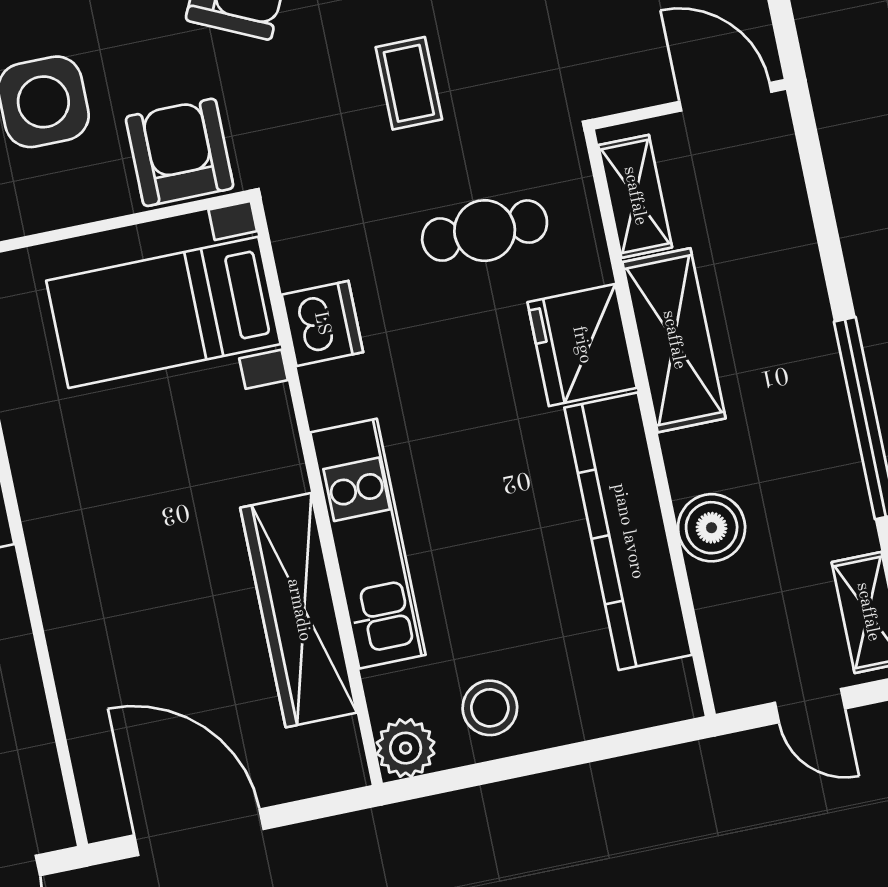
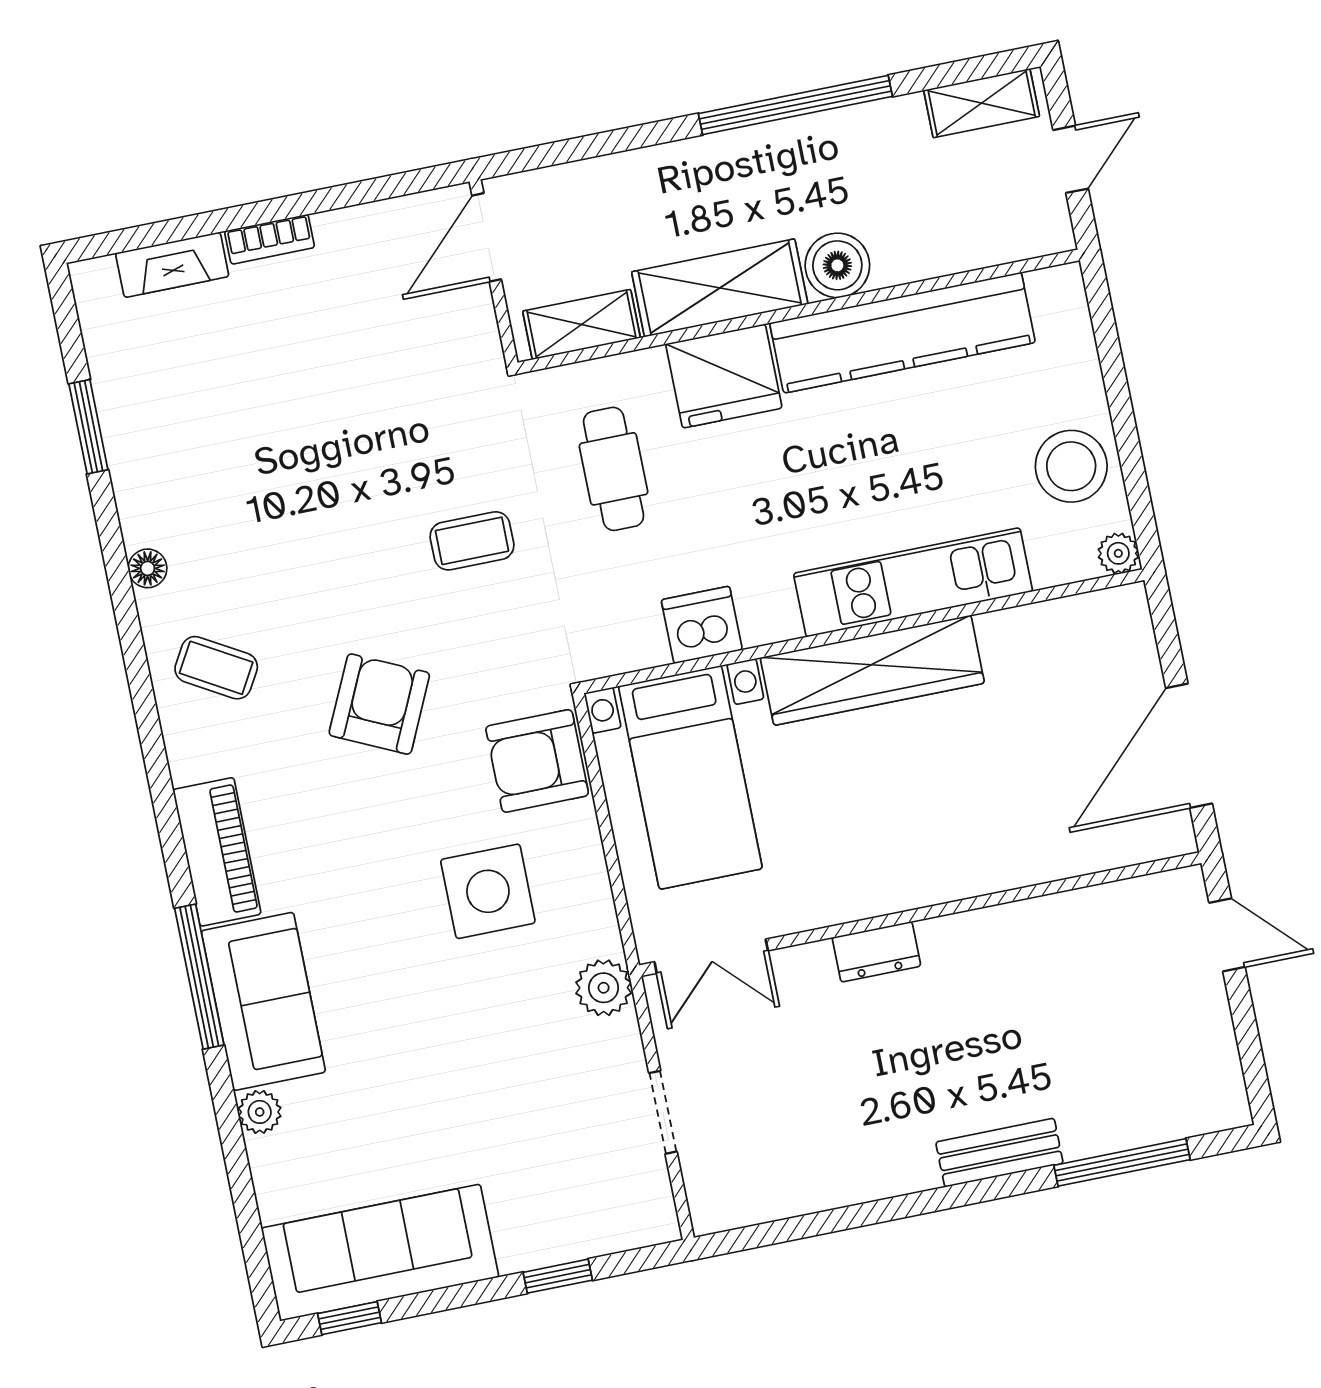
boiler: (712, 528) -> (837, 265), moved
wardrobe: (299, 610) -> (872, 670), moved
stool: (490, 708) -> (1071, 466), width x1.38, depth x1.38
plant: (406, 748) -> (1118, 553), width x0.73, depth x0.73

